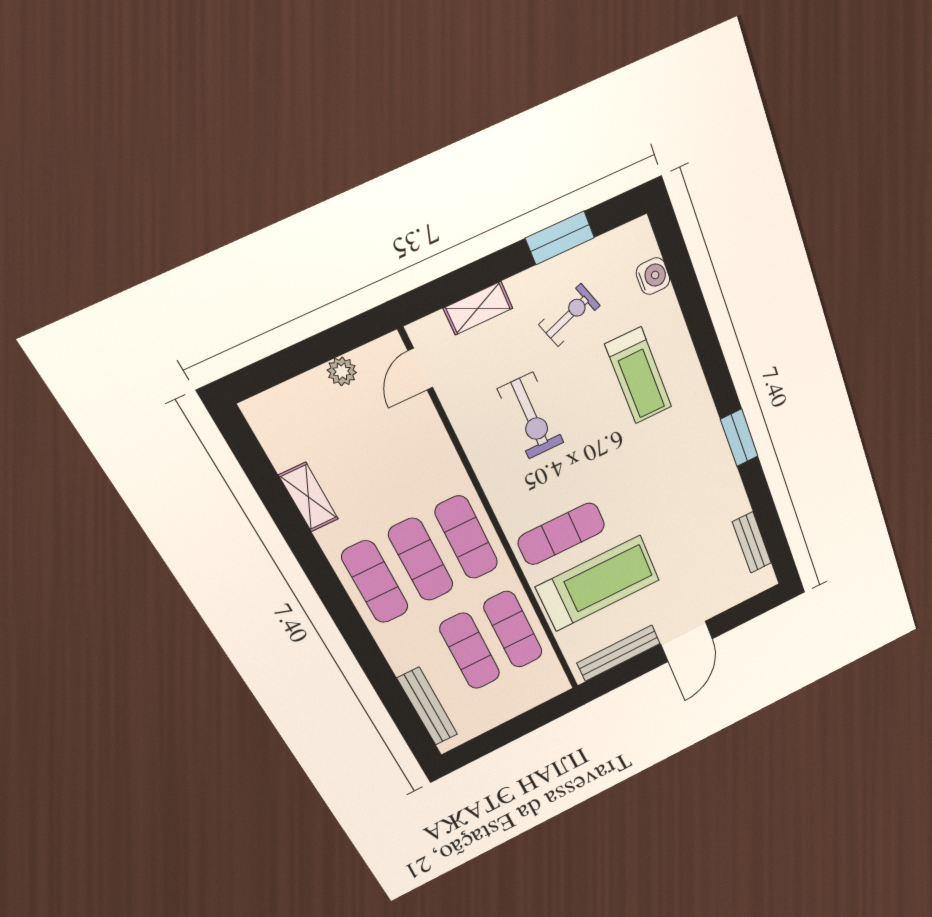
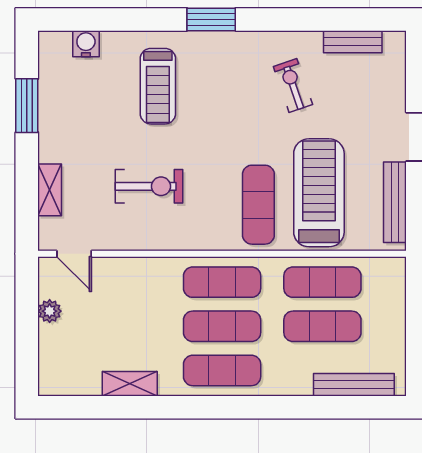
exercise bike: (569, 315) -> (293, 86), moved
treadmill: (638, 376) -> (158, 86), turned 90
window: (739, 438) -> (211, 19), moved

